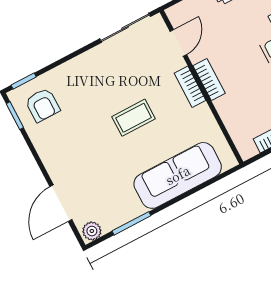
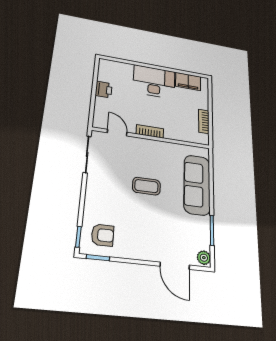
bookcase: (190, 87) -> (148, 144), removed
coffee table: (134, 118) -> (146, 186), turned 90

